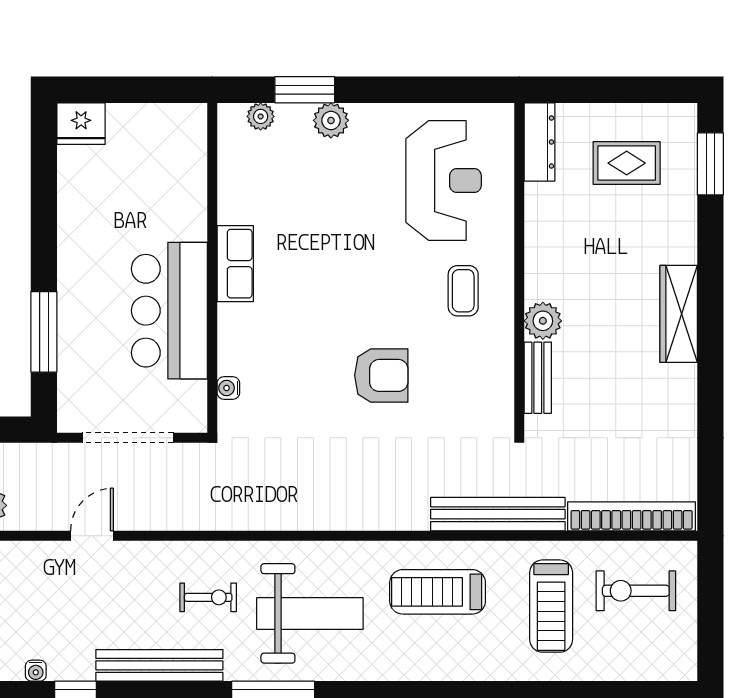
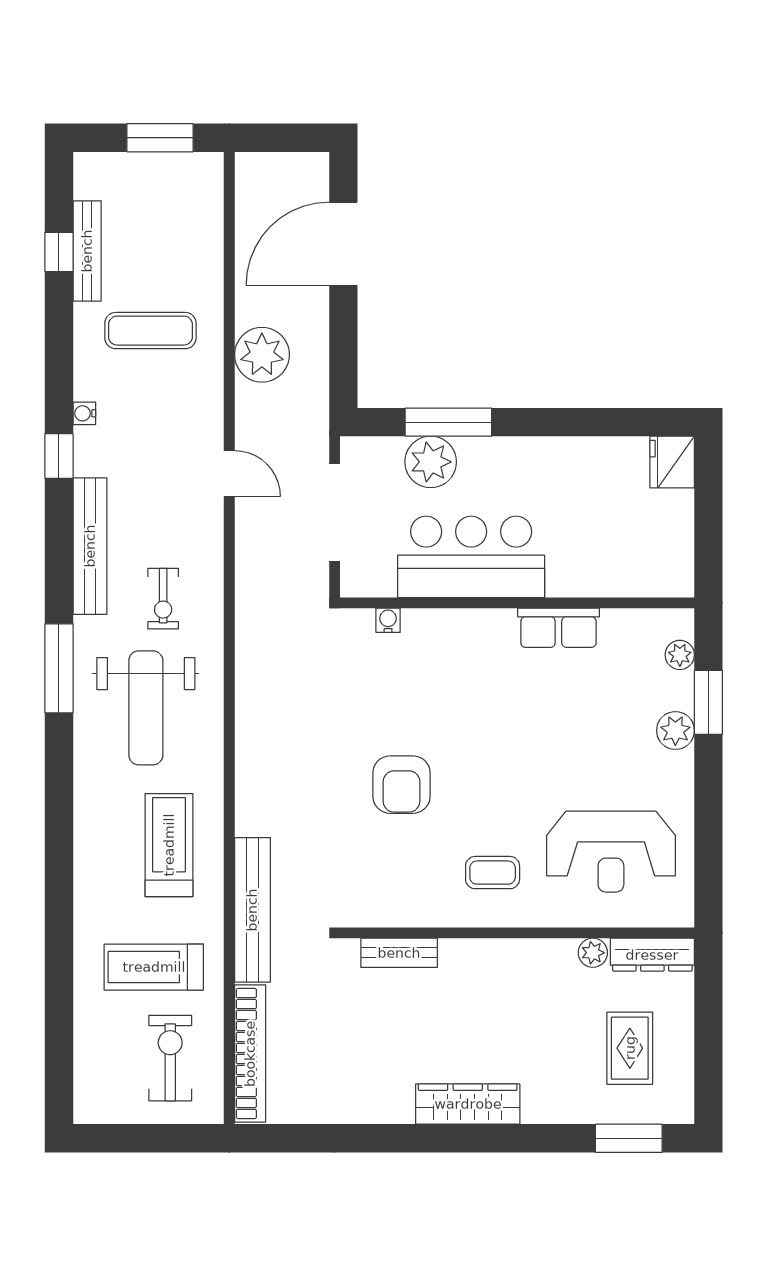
row of seats: (235, 264) -> (558, 628), moved
plant: (543, 321) -> (593, 953), moved, width x0.73, depth x0.73
plant: (81, 348) -> (431, 462), added

